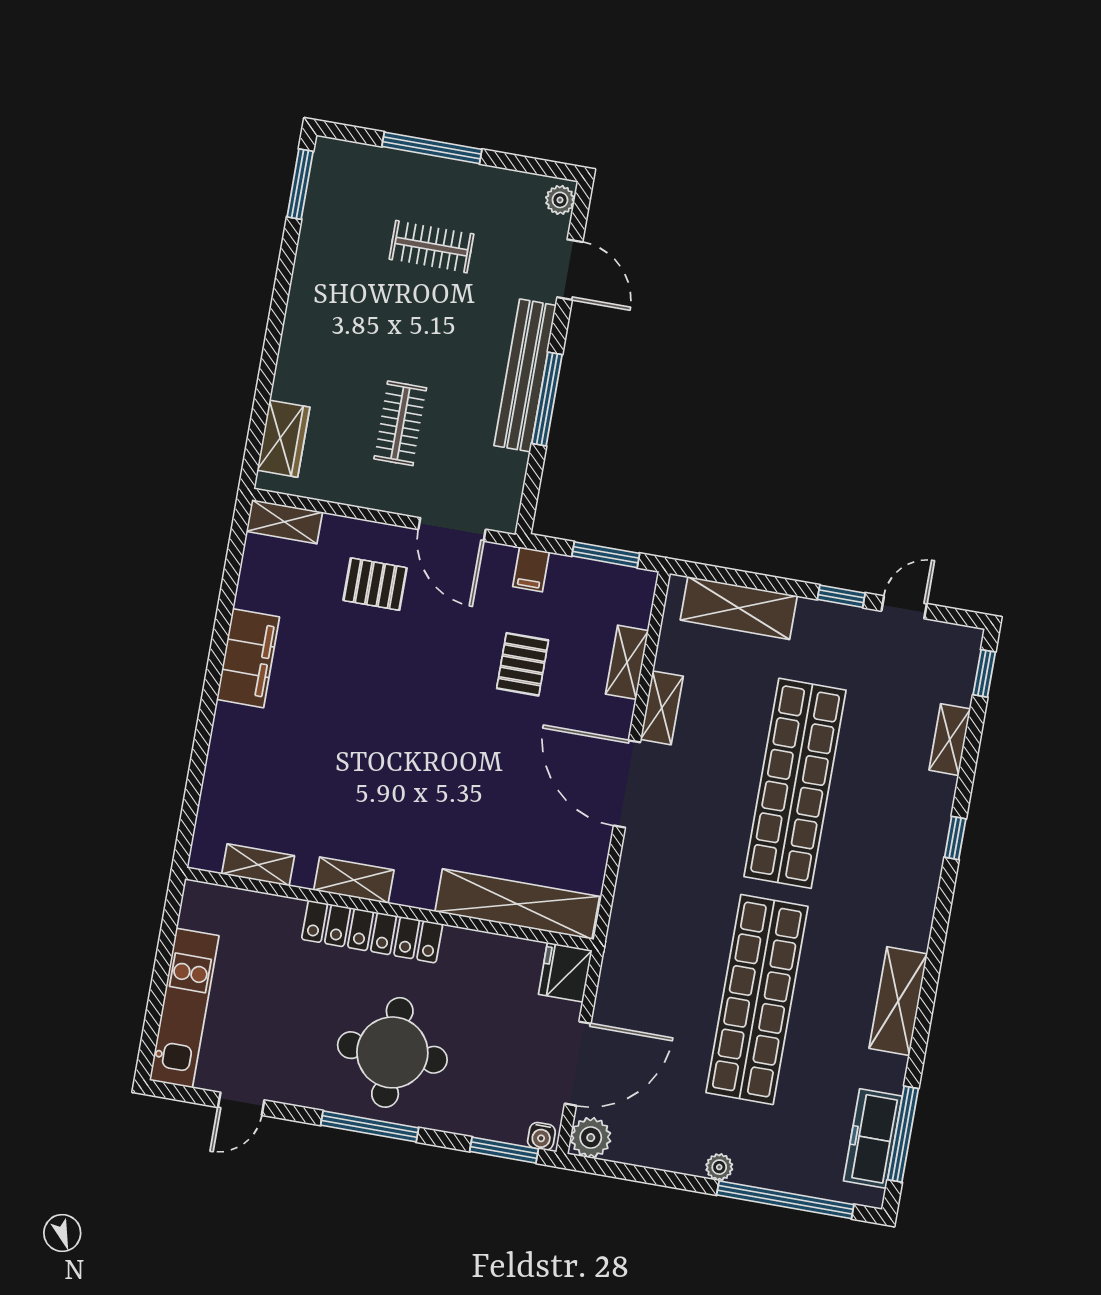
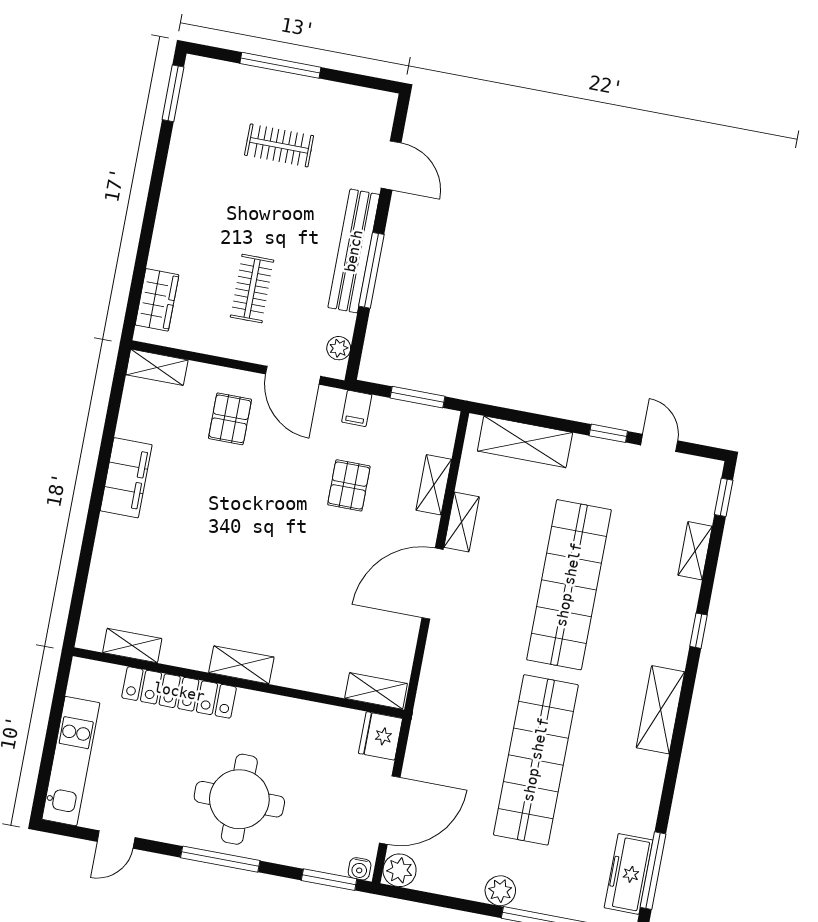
plant: (560, 200) -> (339, 348), moved
pallet: (375, 584) -> (230, 419), turned 90
door: (904, 607) -> (659, 443), hinge flipped
door: (627, 784) -> (432, 584), hinge flipped
shelving: (354, 880) -> (241, 665), moved
shelving: (517, 904) -> (376, 691), width x0.45, depth x0.75
locker: (372, 932) -> (179, 692), moved
shelving: (898, 1001) -> (660, 710), moved
plant: (719, 1167) -> (500, 891), width x1.38, depth x1.38

